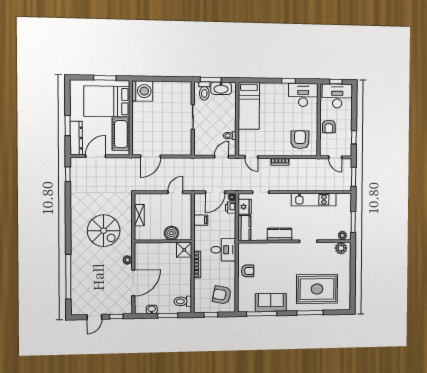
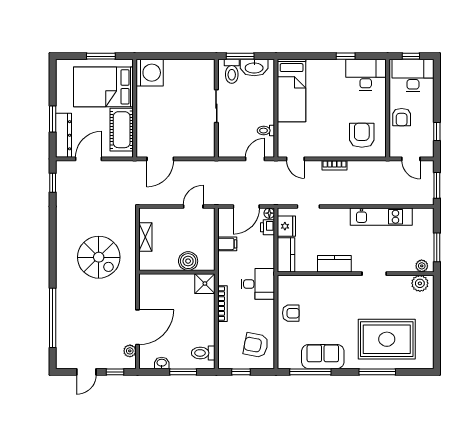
plant: (127, 260) -> (130, 351), moved

